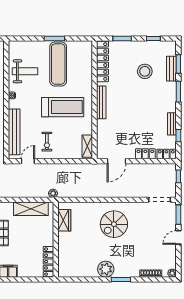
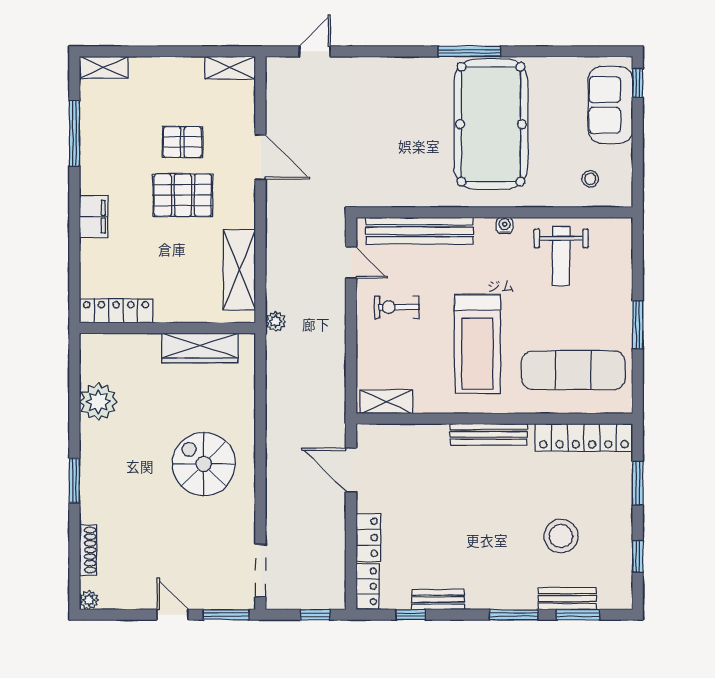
exercise mat: (58, 64) -> (573, 370), moved
wardrobe: (64, 220) -> (200, 348), width x1.50
plant: (106, 269) -> (98, 402), moved

